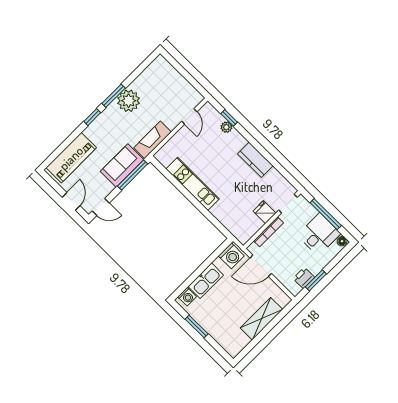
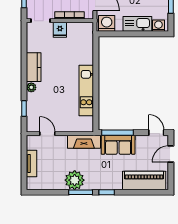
tv unit: (178, 79) -> (32, 164), added
door: (189, 116) -> (47, 134), hinge flipped
plant: (226, 127) -> (31, 87), moved

